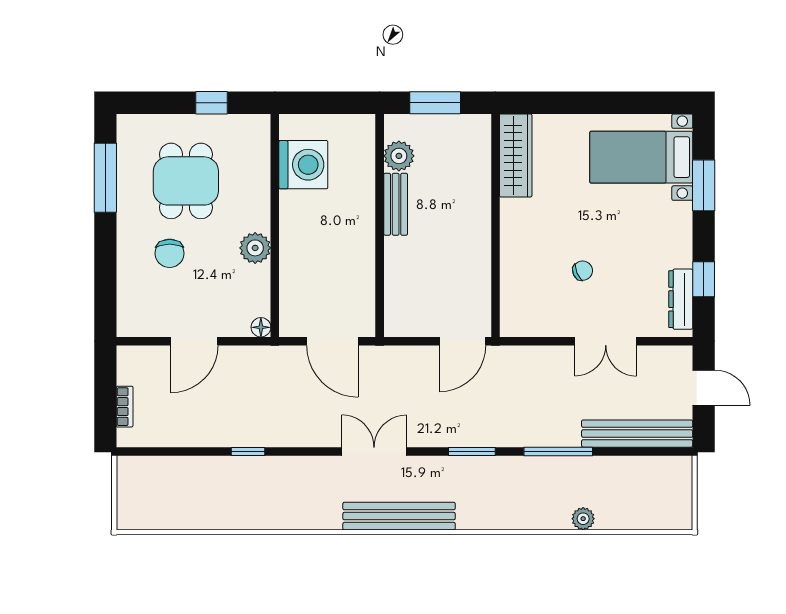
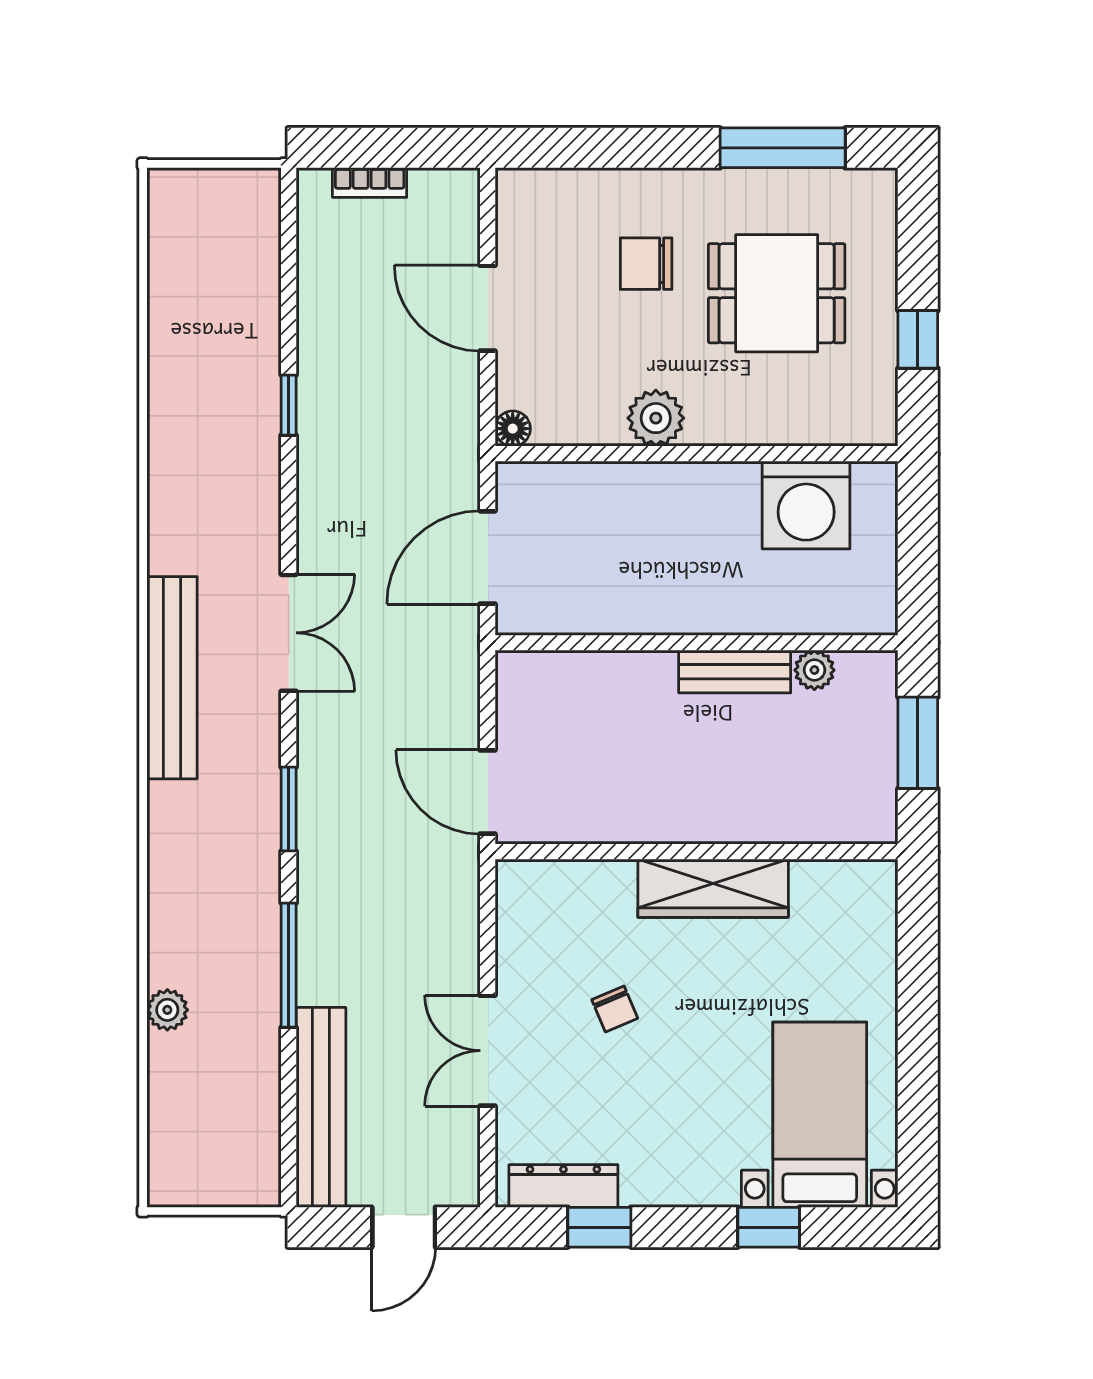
wardrobe: (516, 155) -> (713, 888), moved
plant: (399, 156) -> (814, 670), width x0.73, depth x0.73
window: (704, 185) -> (769, 1227), width x0.67

